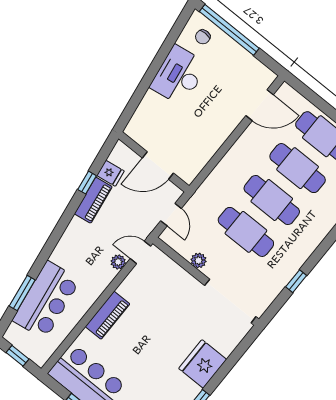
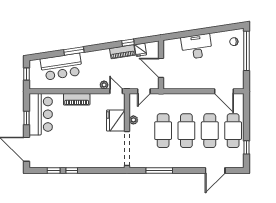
desk: (179, 75) -> (197, 47), moved
window: (296, 281) -> (159, 170), width x2.17
window: (22, 293) -> (74, 51), moved
fridge: (203, 364) -> (116, 121), moved, turned -90

